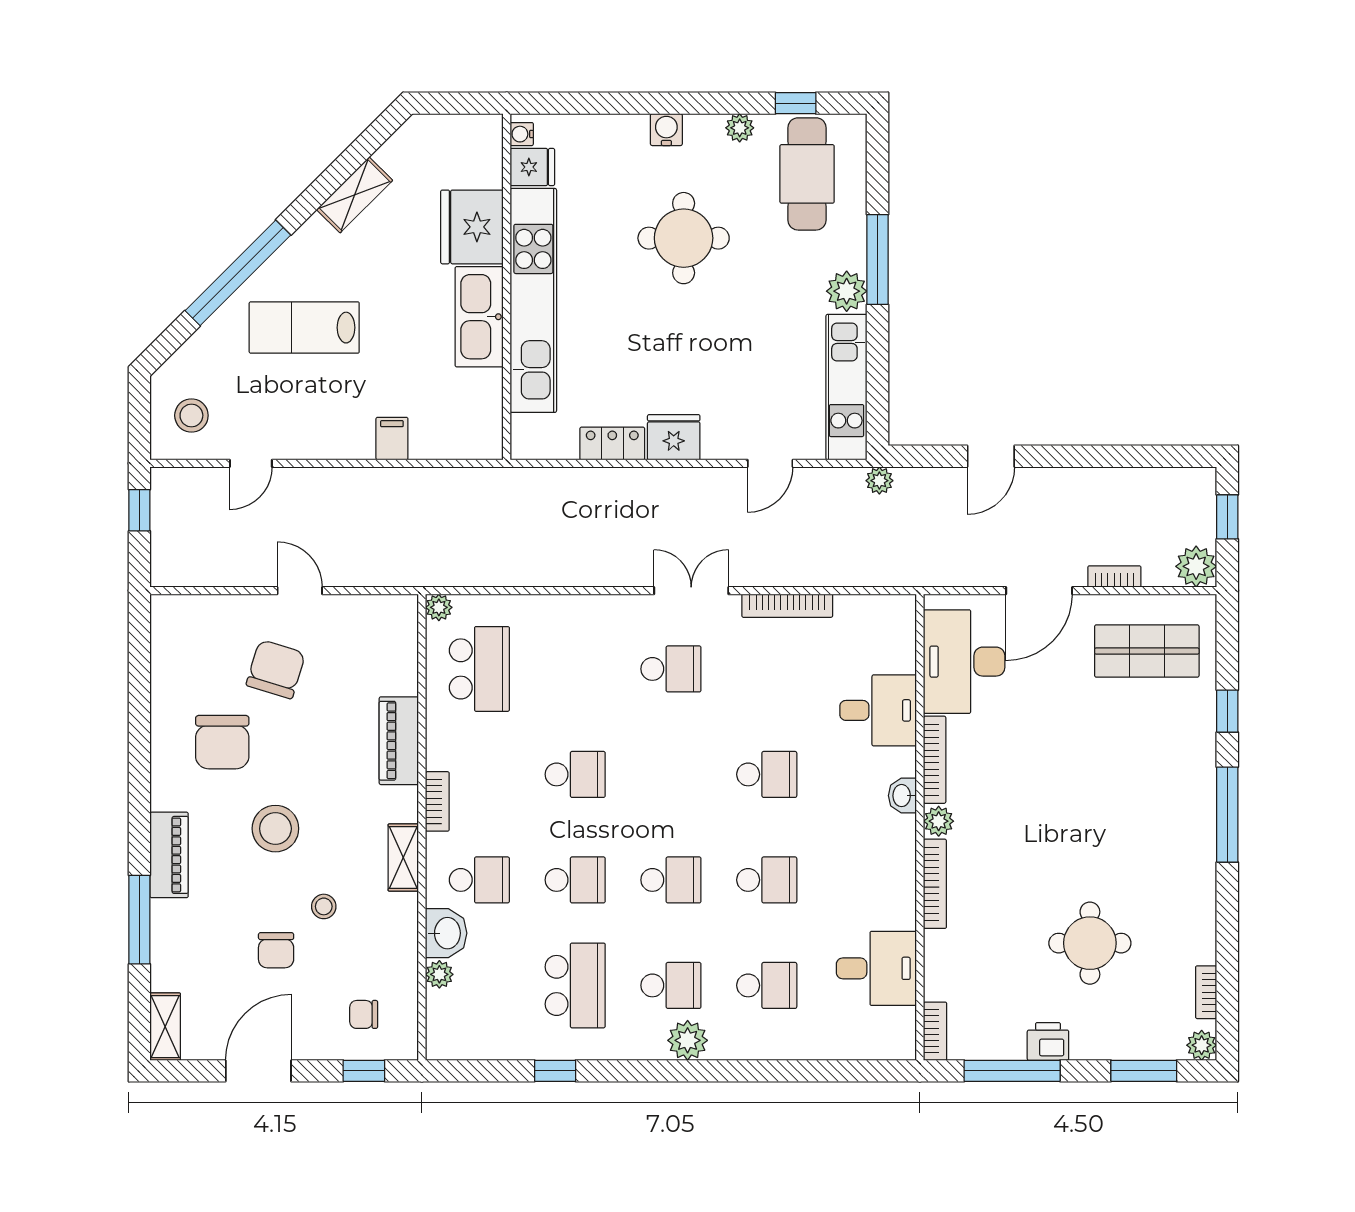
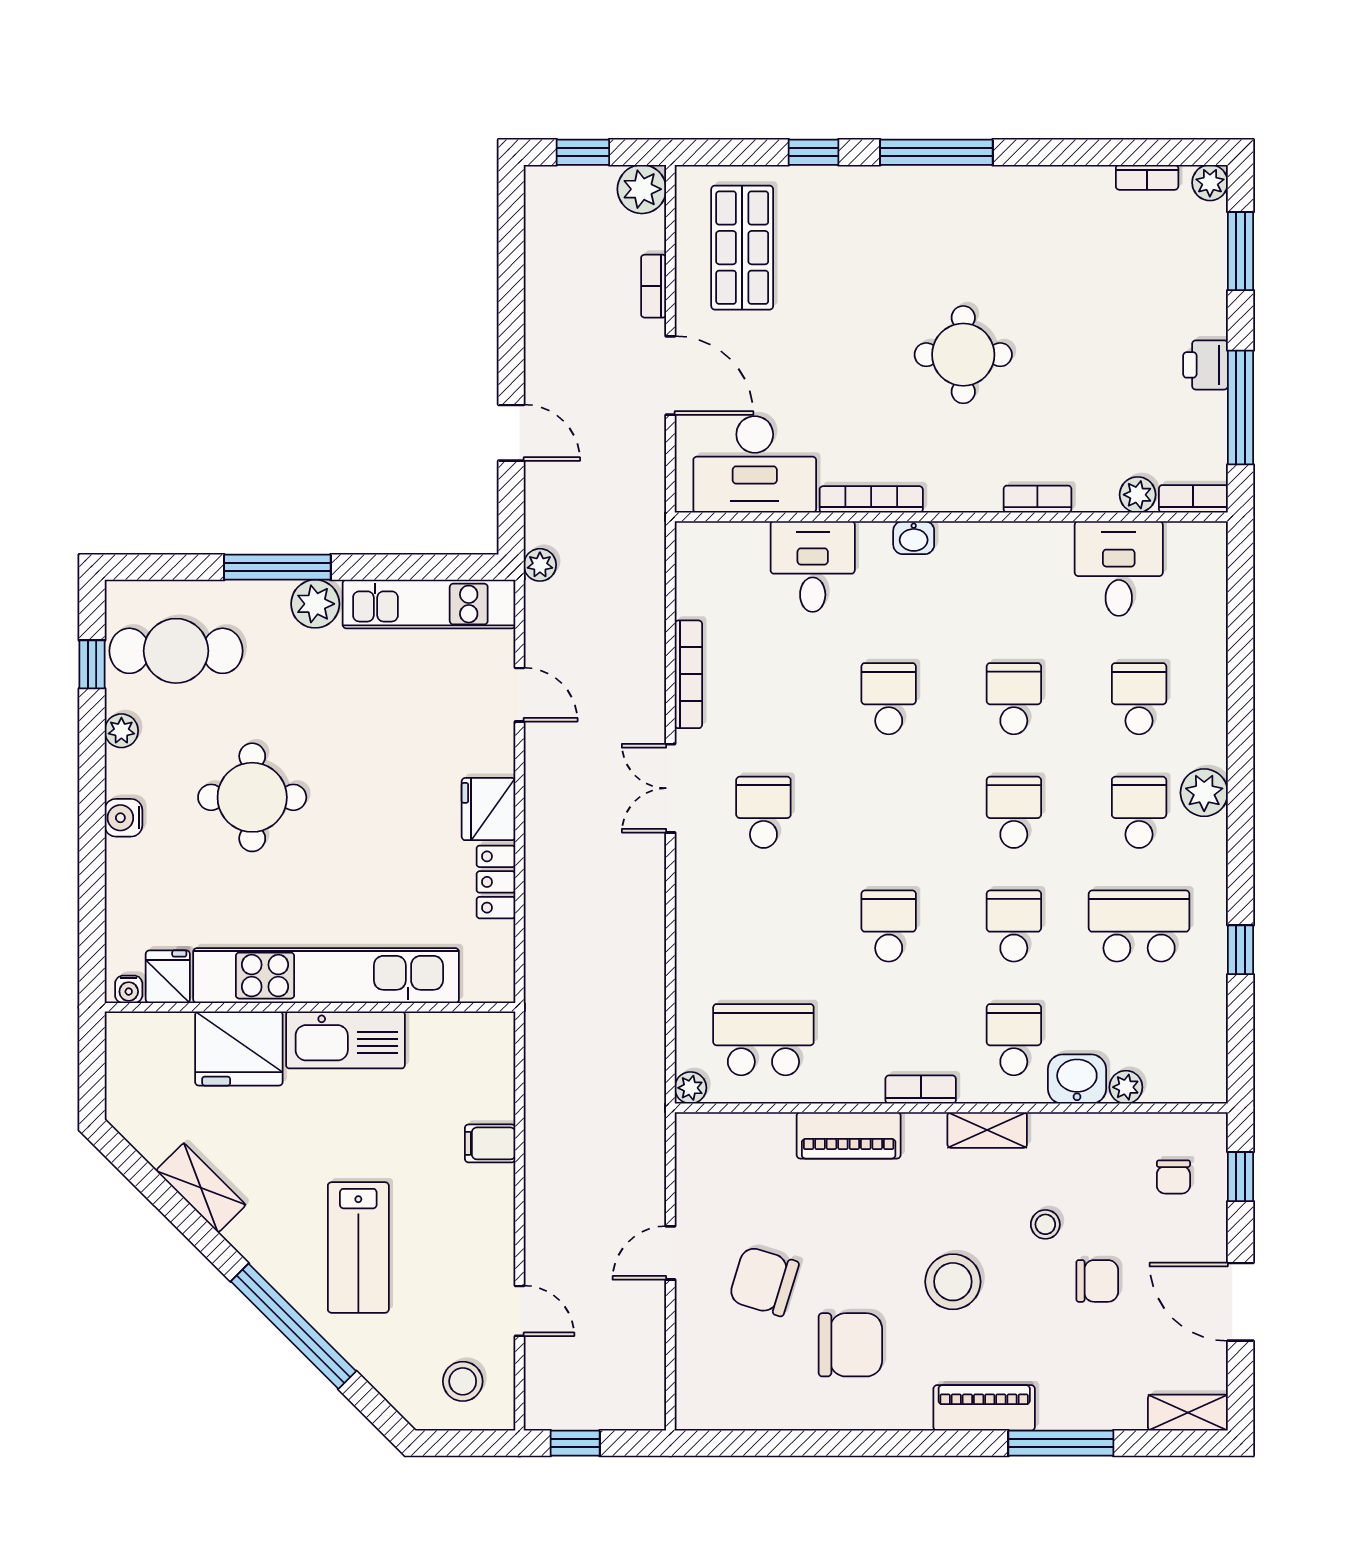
plant: (939, 821) -> (1138, 495), moved
bookcase: (935, 884) -> (1037, 499), width x0.64
round table: (1090, 943) -> (963, 355), moved

